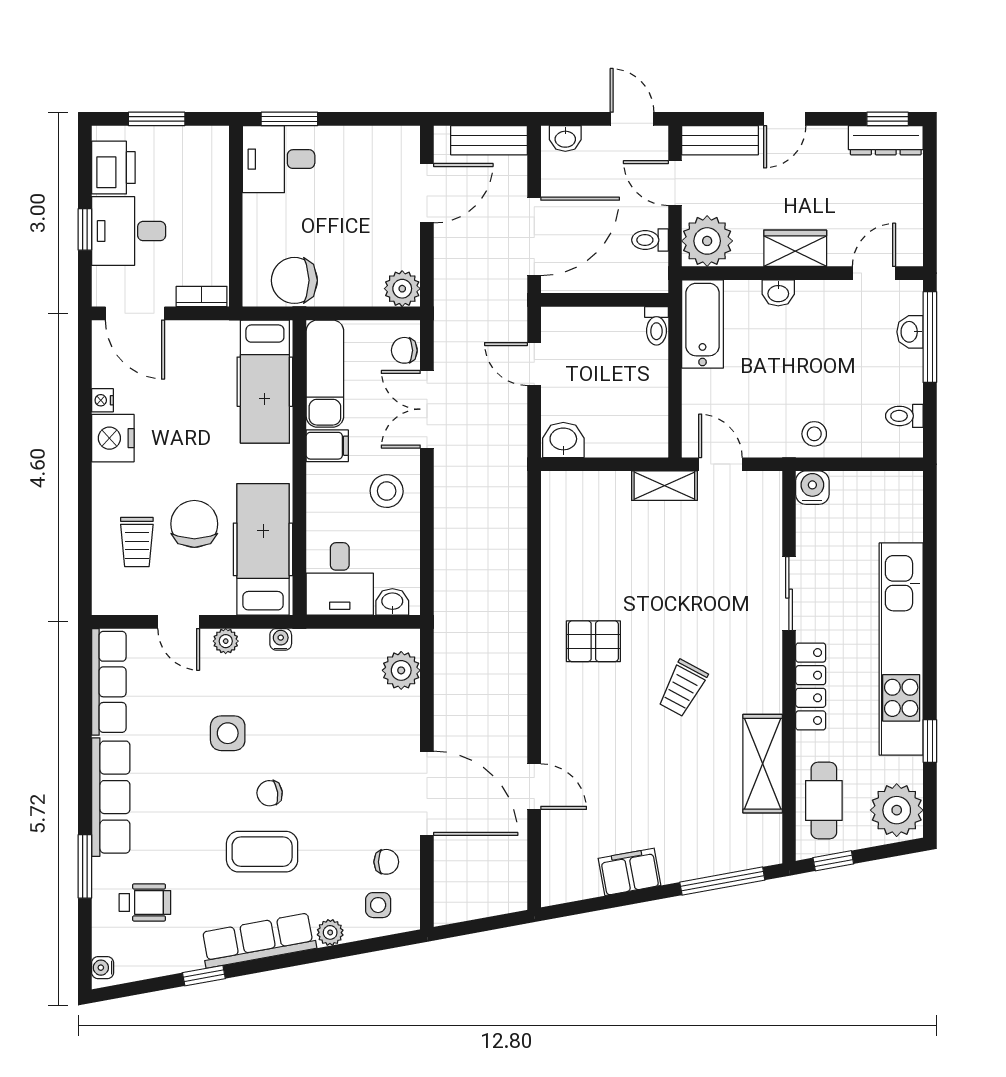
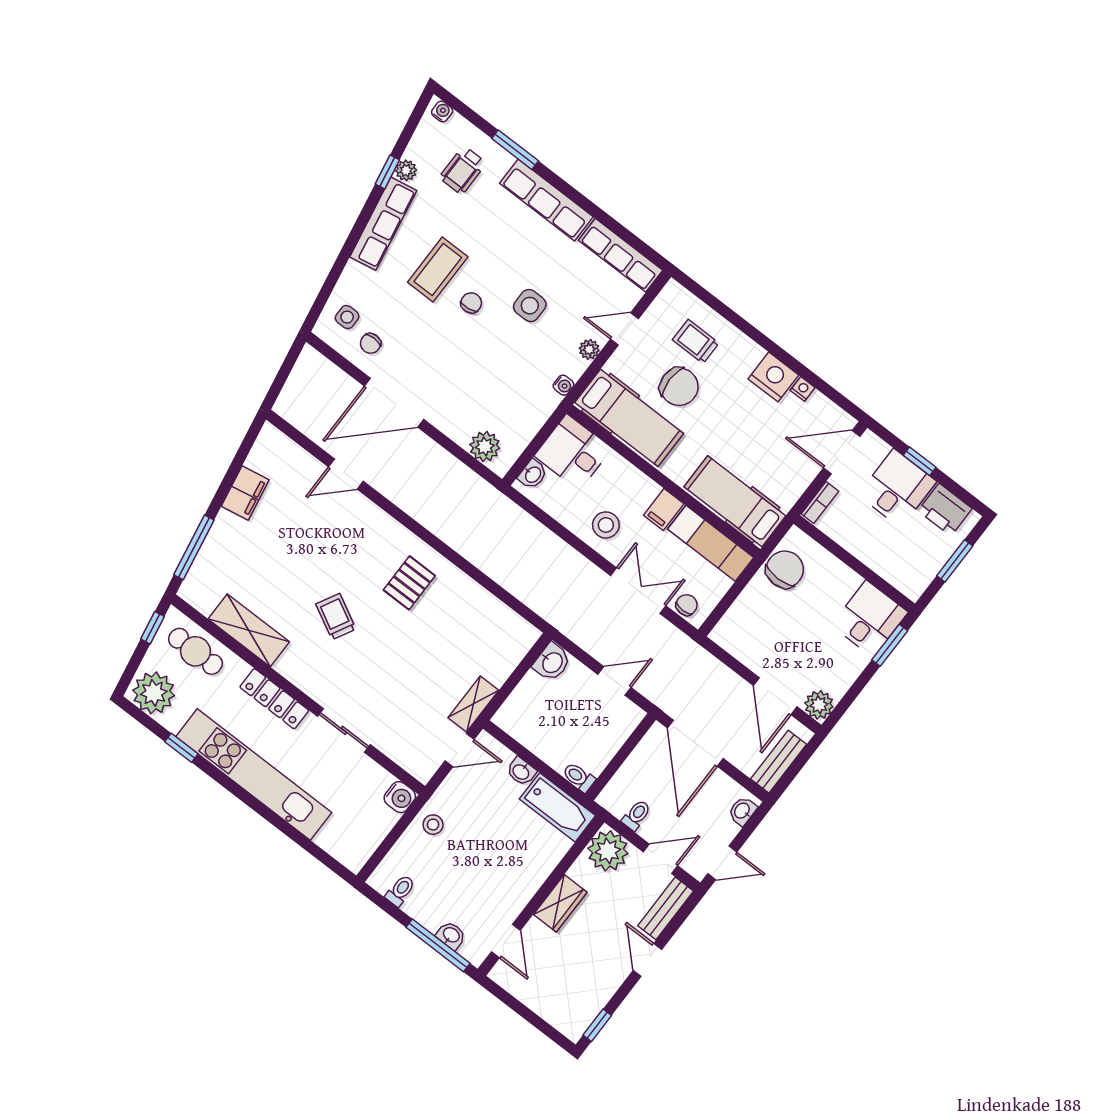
dresser: (886, 140) -> (585, 1014), removed
plant: (402, 289) -> (819, 705), moved
washbasin: (778, 293) -> (521, 772), moved, turned -90
plant: (330, 932) -> (406, 170), moved

